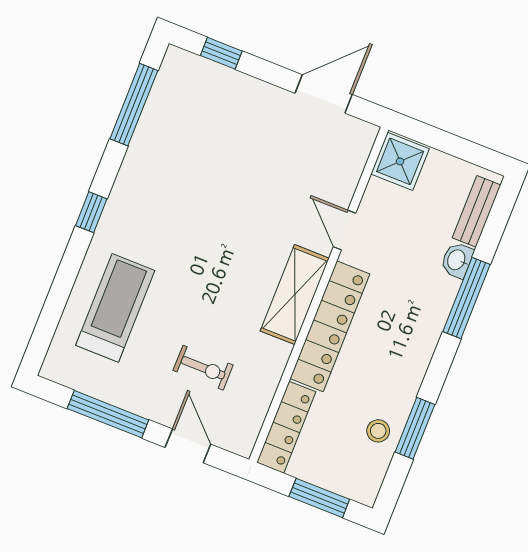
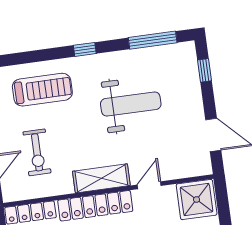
shower: (400, 161) -> (197, 199), width x1.36, depth x1.36
weight bench: (210, 190) -> (131, 104), added
exercise bike: (203, 368) -> (37, 152), width x1.38, depth x1.39

